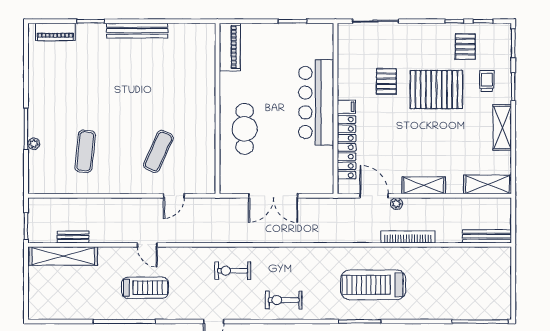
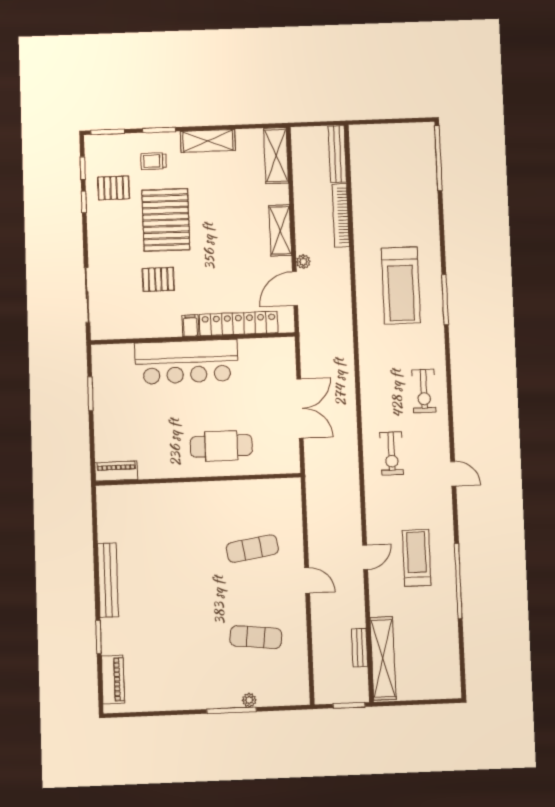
piano: (230, 47) -> (116, 471), width x0.73, depth x0.75
exercise mat: (158, 151) -> (252, 548), turned -33
door: (174, 196) -> (307, 580), moved
bookcase: (408, 237) -> (341, 215), moved

